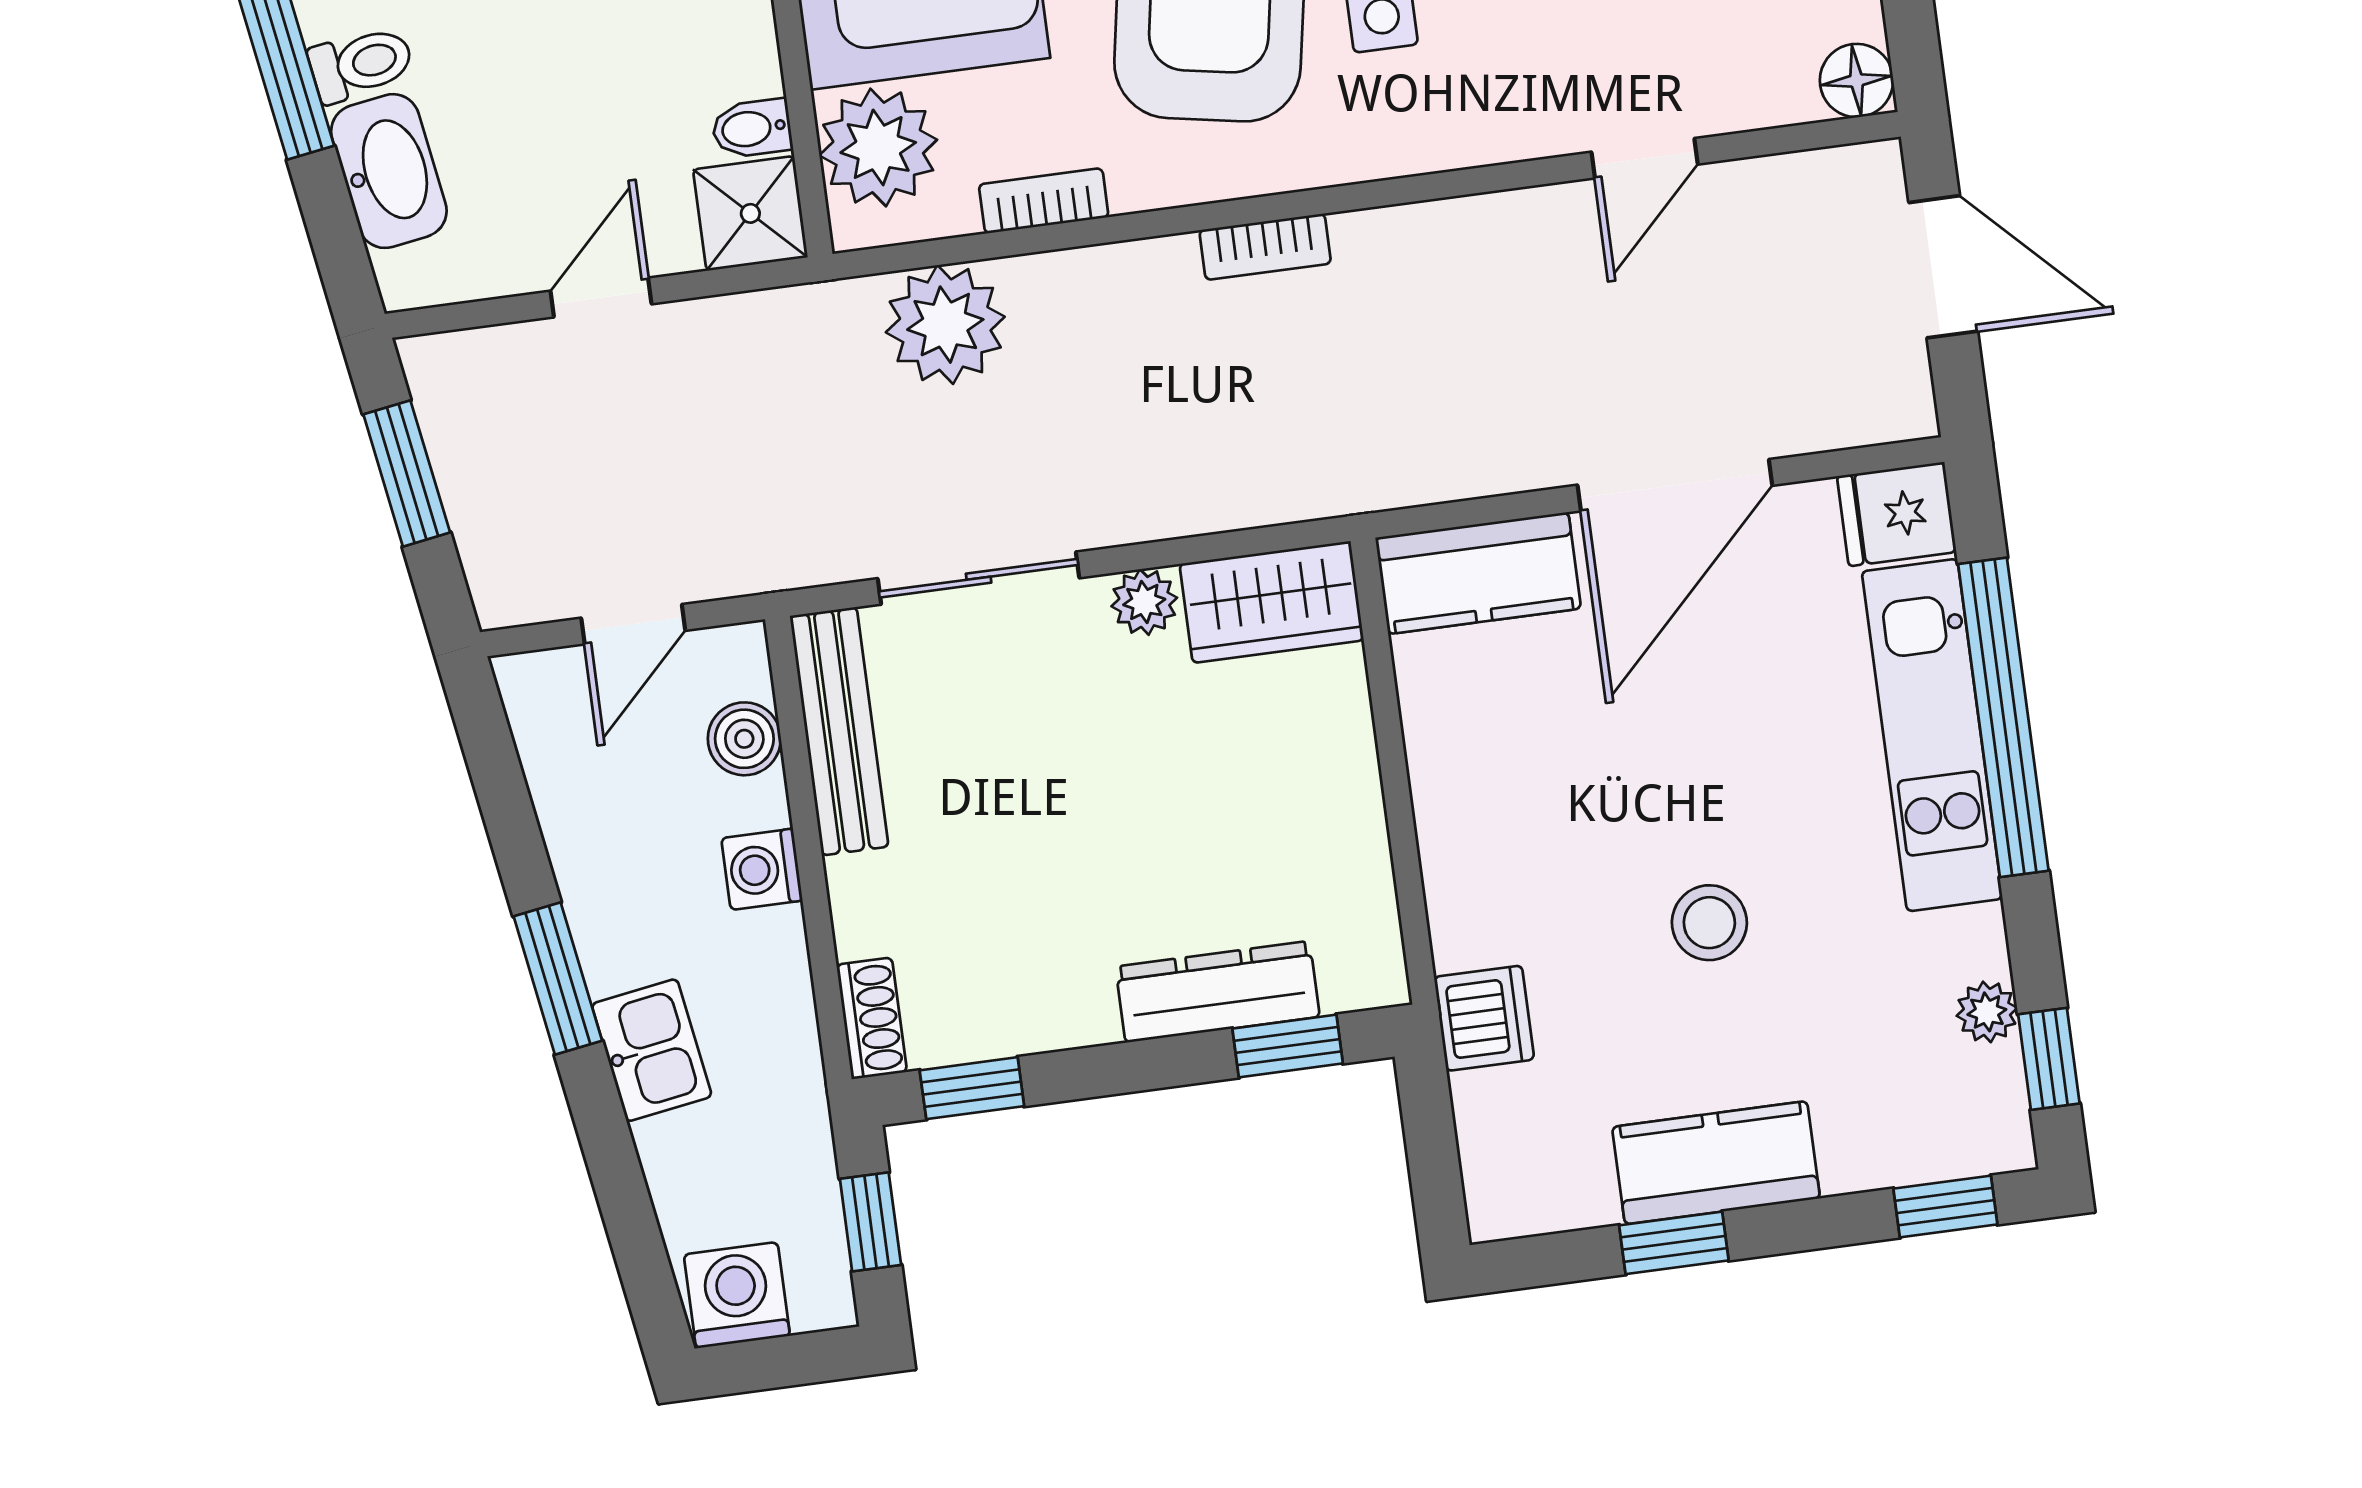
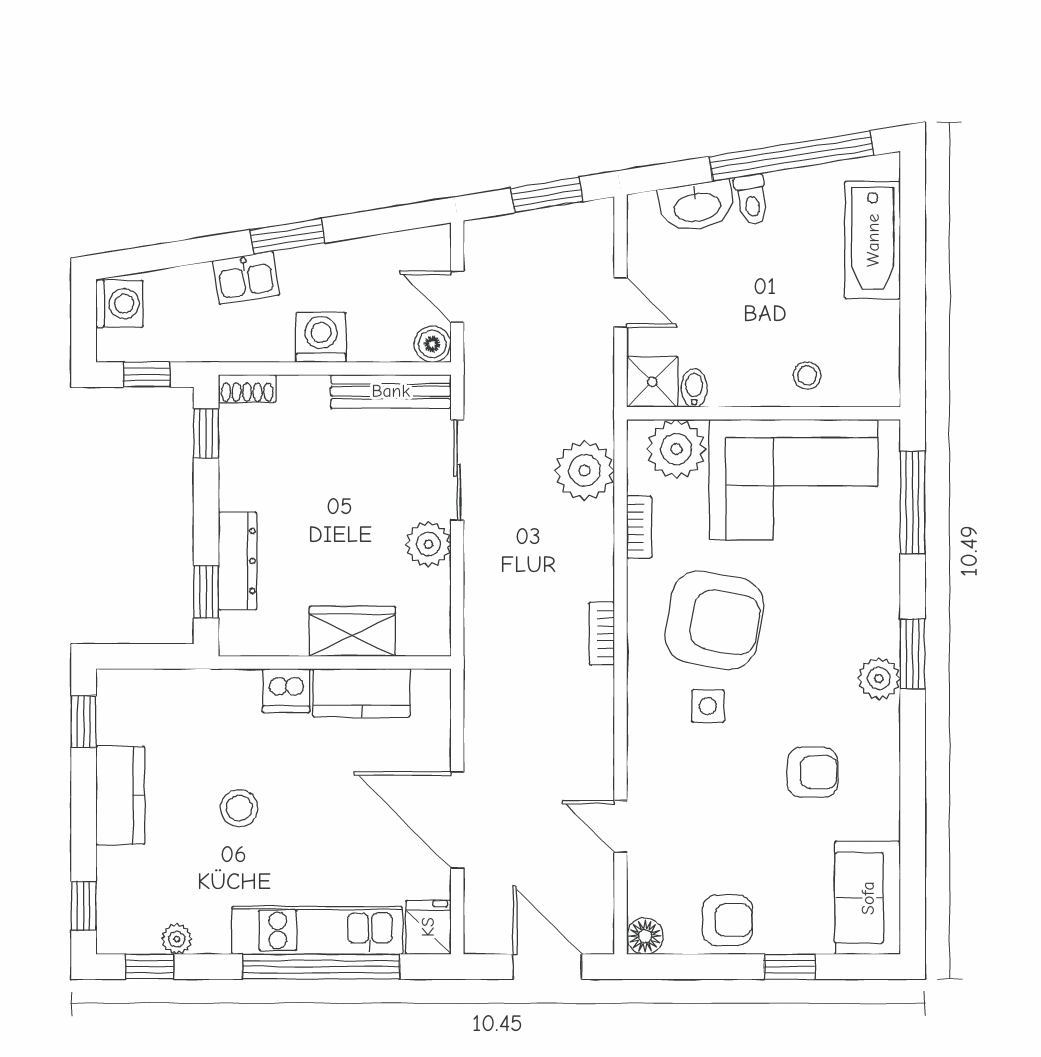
door: (1943, 267) -> (547, 967), swing flipped
kitchen counter: (1478, 573) -> (362, 693), moved, turned -90
plant: (1144, 602) -> (428, 544), width x1.38, depth x1.38
wardrobe: (1272, 602) -> (352, 631), moved, turned 90
boiler: (744, 739) -> (432, 344), moved
washing machine: (762, 869) -> (321, 337), width x1.38, depth x1.38
dishwasher: (1484, 1018) -> (286, 691), moved
window: (1674, 1243) -> (84, 722), moved

